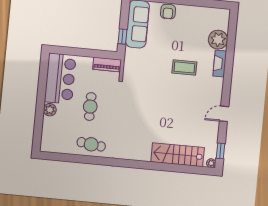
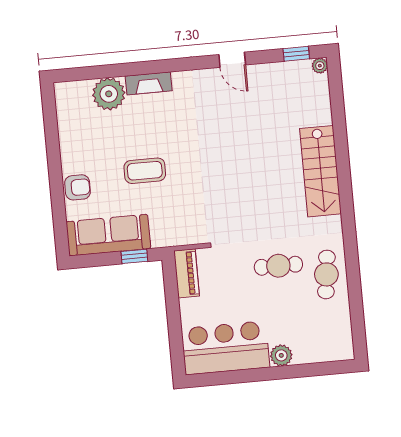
coffee table: (184, 67) -> (145, 171), moved, turned 90
cafe table: (90, 107) -> (278, 266), moved
stairs: (178, 155) -> (321, 171), moved

